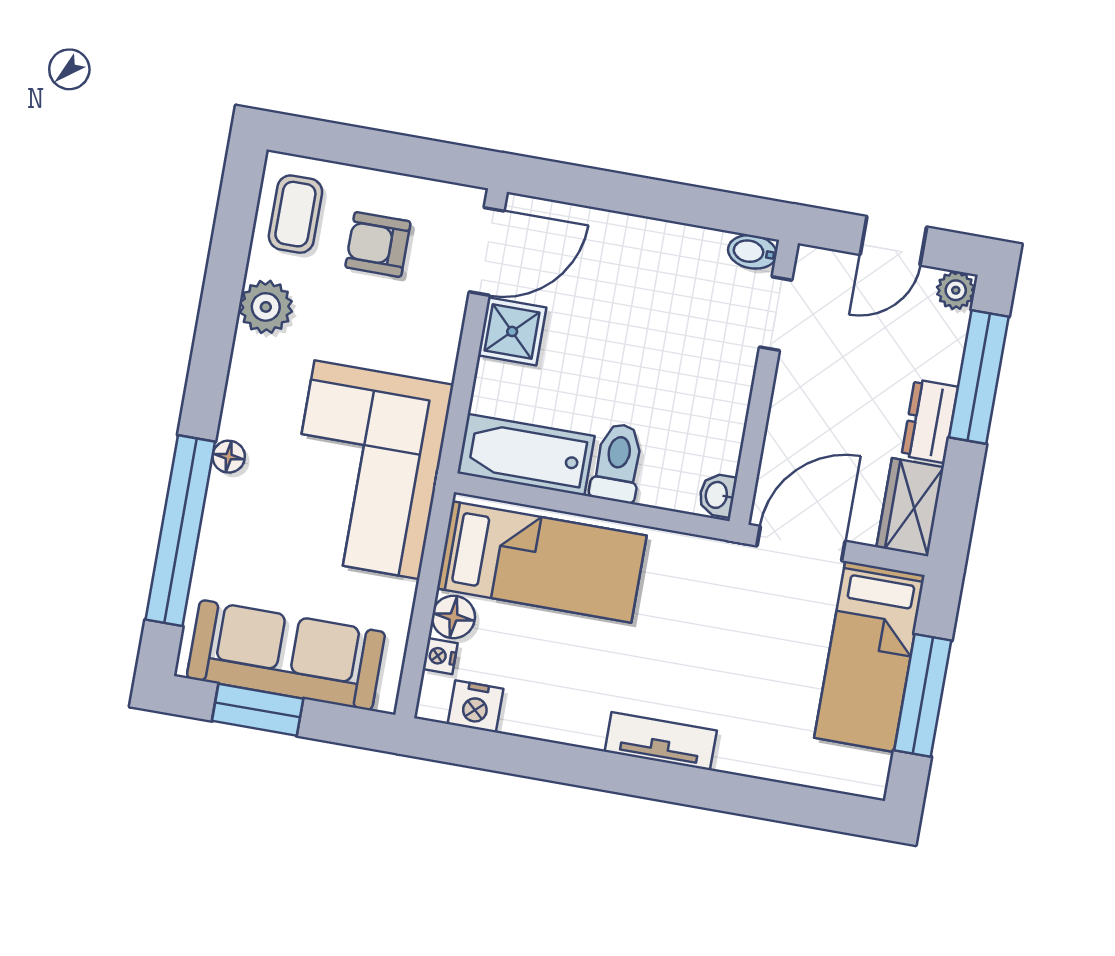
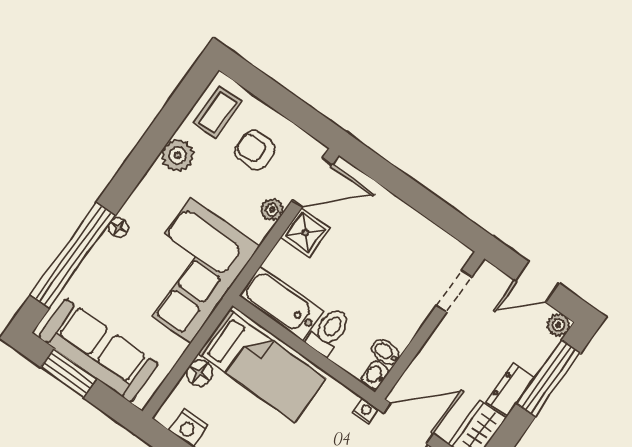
bidet: (752, 252) -> (386, 352), moved
plant: (446, 321) -> (272, 210), added
nightstand: (440, 656) -> (365, 411), moved, turned 90

